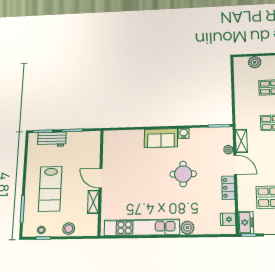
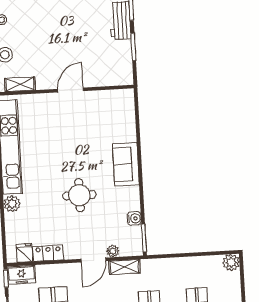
plant: (255, 62) -> (231, 263), moved
water cooler: (184, 133) -> (134, 218), moved
locker: (228, 188) -> (48, 253), moved
lab bench: (50, 189) -> (55, 25), removed
shelving: (93, 202) -> (20, 84), moved

